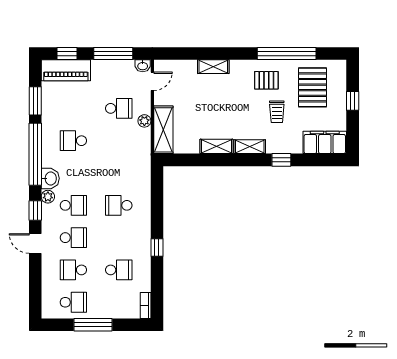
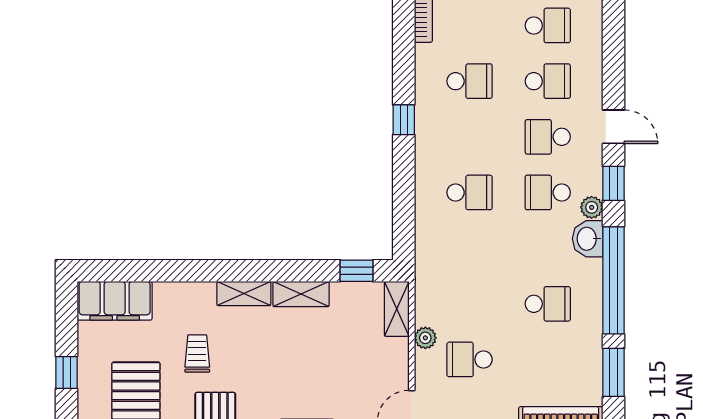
shelving: (163, 130) -> (397, 309), width x0.67, depth x0.75
window: (281, 160) -> (357, 271), moved
school desk: (119, 270) -> (470, 81), turned 180
school desk: (73, 302) -> (548, 25), turned 180

